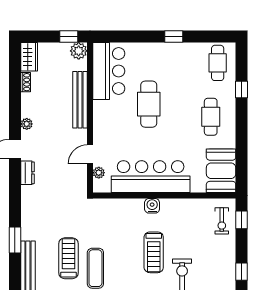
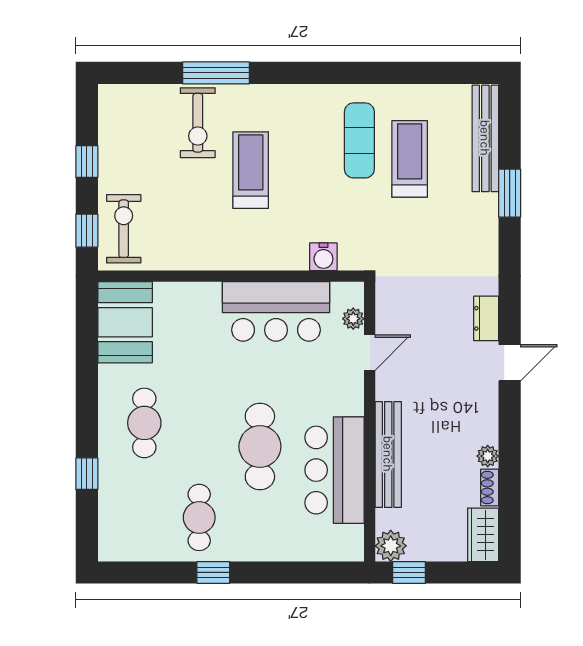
cafe table: (218, 63) -> (199, 517), moved
bar counter: (109, 71) -> (334, 470), moved
plant: (27, 124) -> (488, 456), moved
bar counter: (151, 177) -> (276, 311), width x0.73
water cooler: (152, 206) -> (323, 257), moved
exercise bike: (222, 221) -> (124, 229), width x1.38, depth x1.39
treadmill: (68, 258) -> (410, 159), turned 180
window: (242, 272) -> (87, 162), moved

